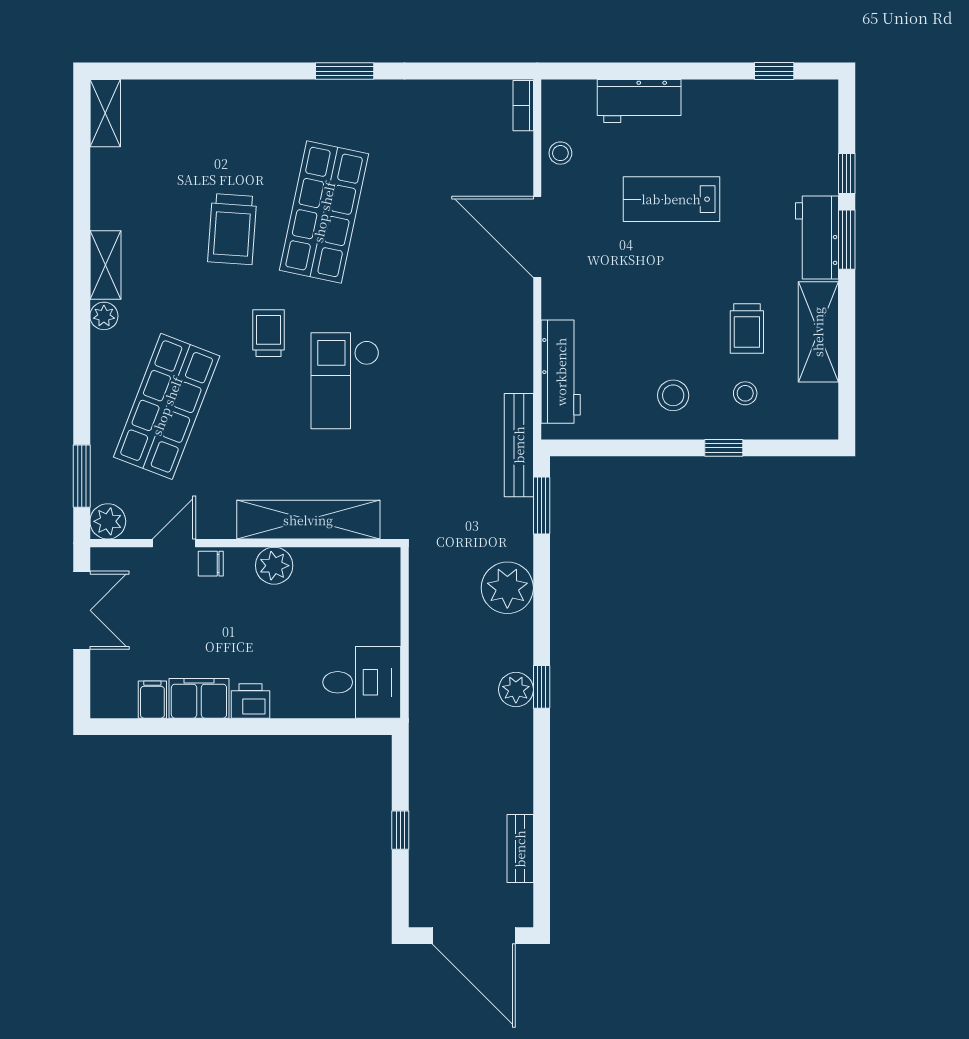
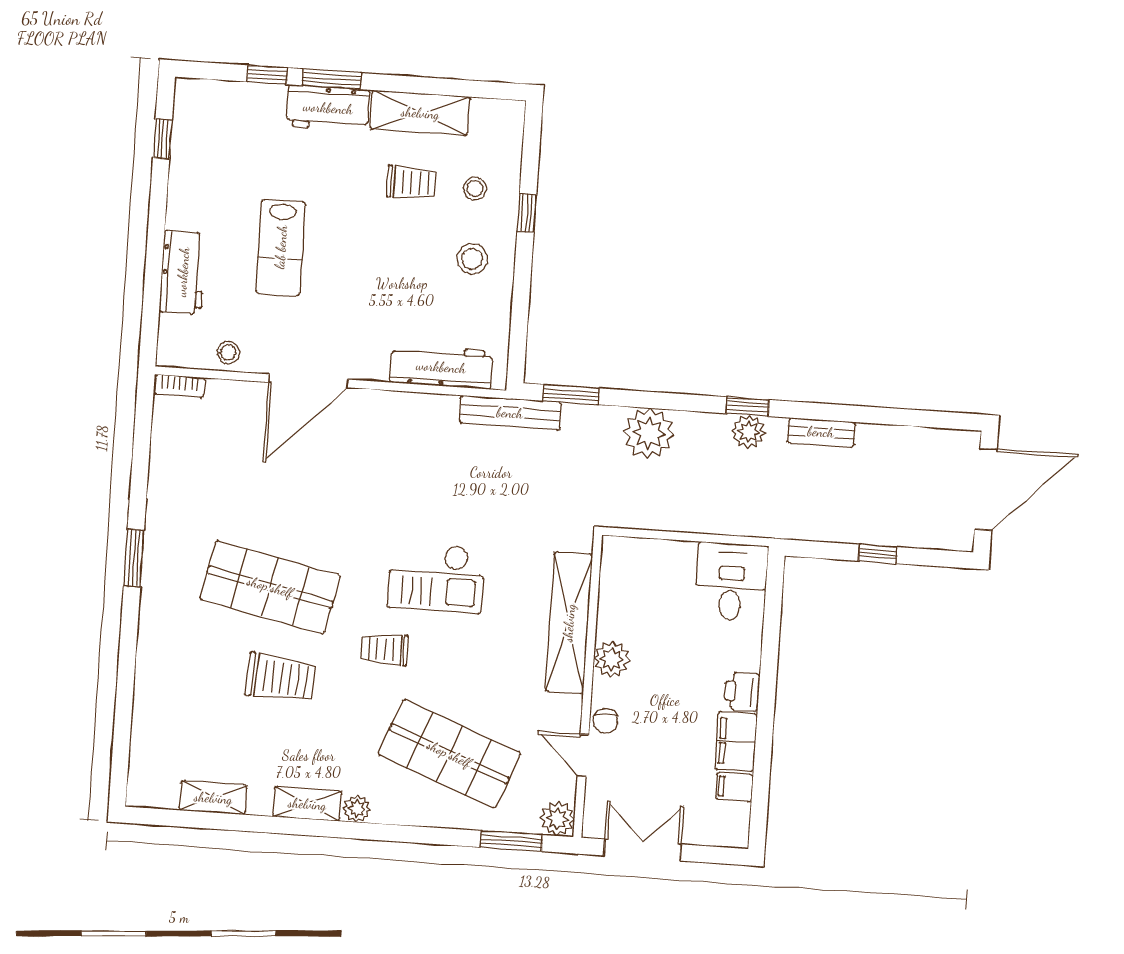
shelving: (105, 113) -> (213, 798), moved
bench: (520, 849) -> (821, 432), moved

